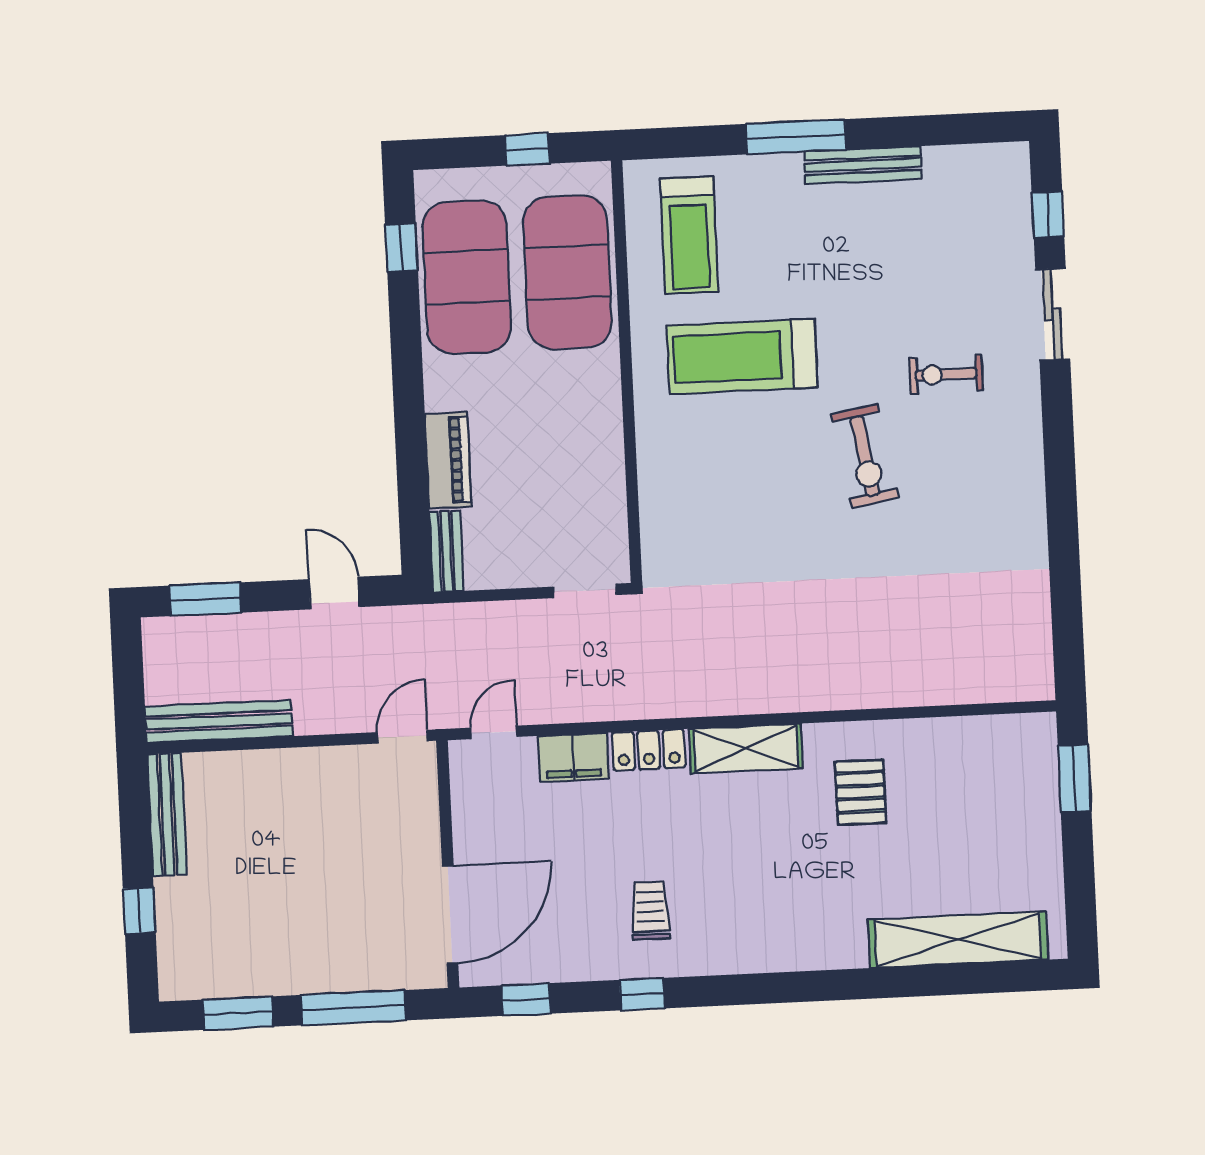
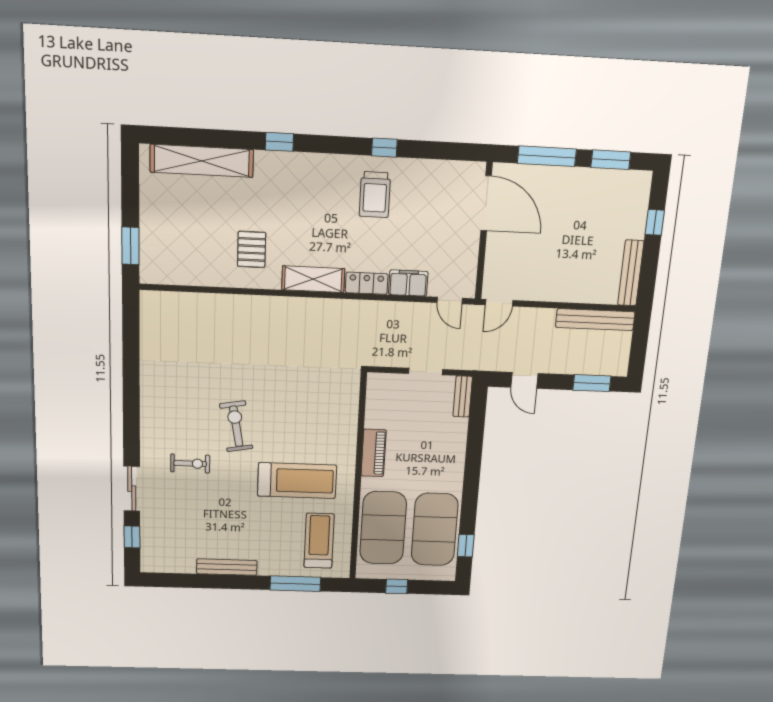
window: (796, 137) -> (295, 584), moved
piano: (448, 460) -> (374, 453), moved, turned 180
doorway: (585, 591) -> (425, 371), moved
door: (494, 732) -> (450, 300), hinge flipped
trolley: (650, 911) -> (375, 195), width x1.36, depth x1.39
door: (450, 915) -> (486, 203), swing flipped
window: (526, 1000) -> (279, 142), moved

